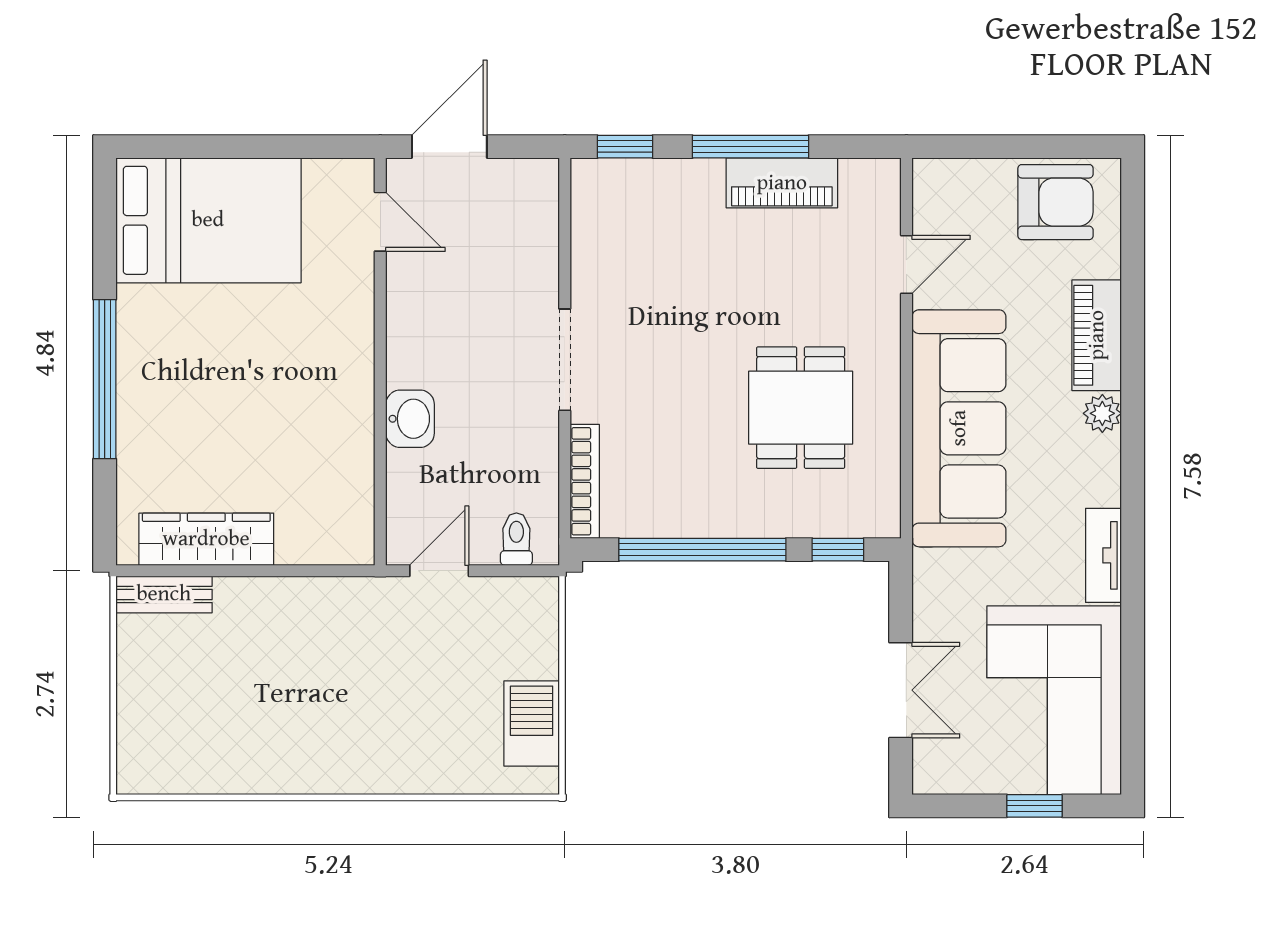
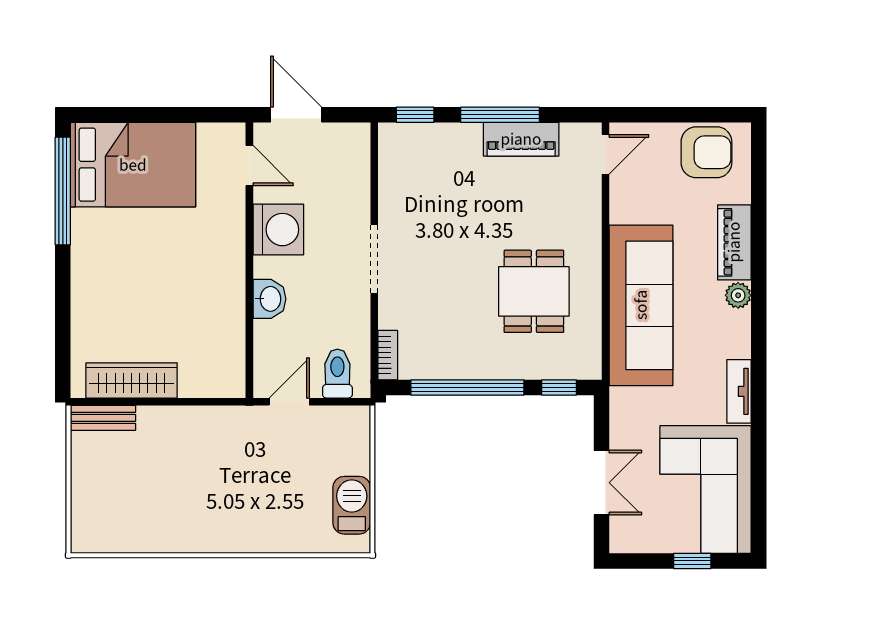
door: (449, 147) -> (296, 115), hinge flipped
door: (906, 265) -> (606, 154), moved
washing machine: (423, 316) -> (278, 230), added
window: (105, 379) -> (63, 191), moved
bookcase: (585, 481) -> (388, 355), width x0.64
toilet: (516, 539) -> (337, 374), width x1.37, depth x1.39

